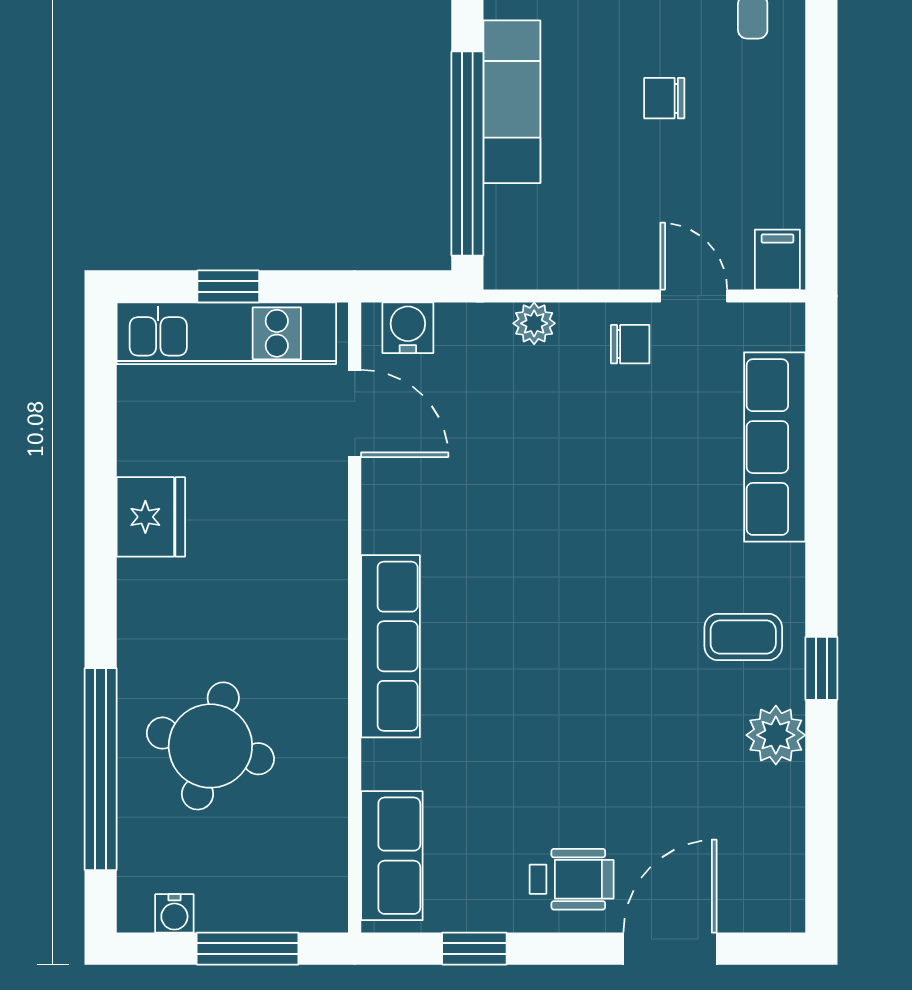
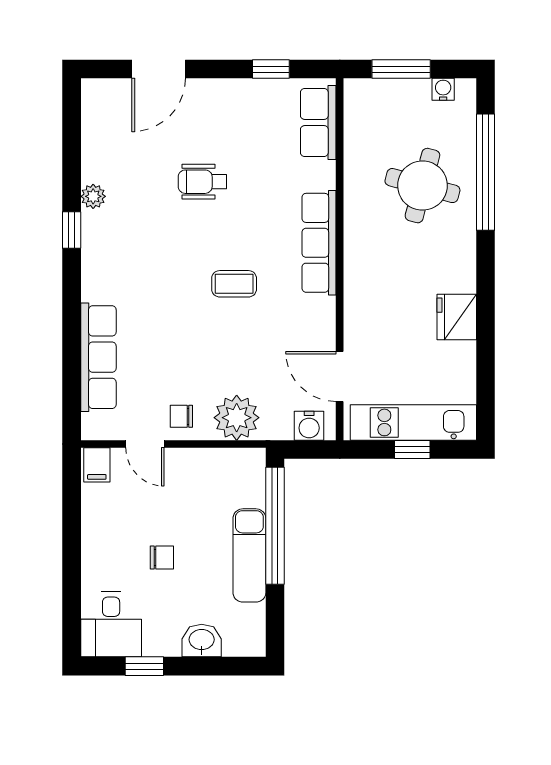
plant: (534, 323) -> (237, 418), width x1.87, depth x1.87
coffee table: (743, 637) -> (234, 284), moved
plant: (776, 735) -> (93, 196), width x0.73, depth x0.73
wheelchair: (572, 879) -> (202, 182), moved

